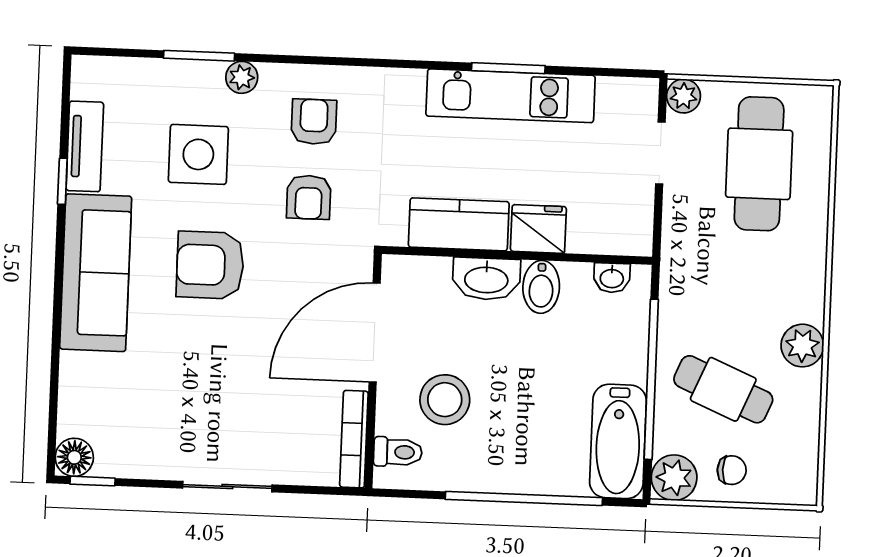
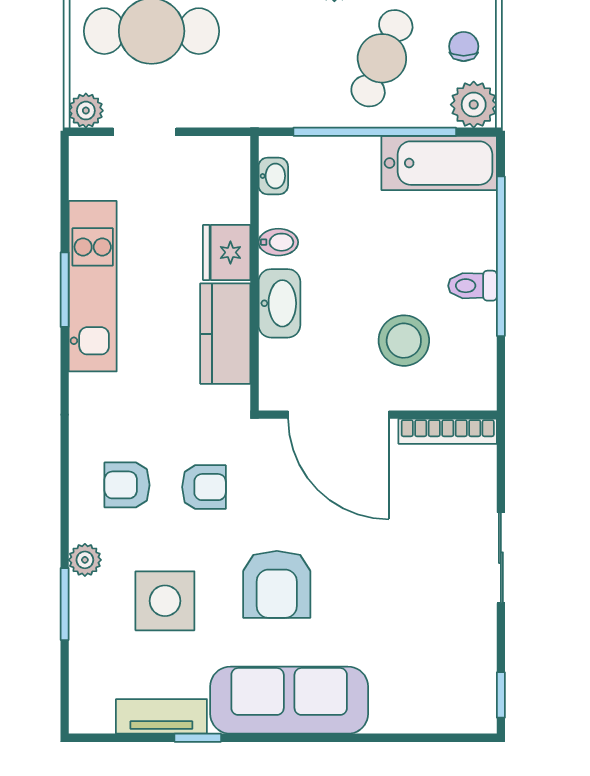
bidet: (541, 287) -> (278, 242), width x0.72, depth x0.74
toilet: (398, 452) -> (472, 286), moved, turned -90
floor lamp: (74, 457) -> (478, 714), removed

